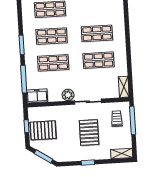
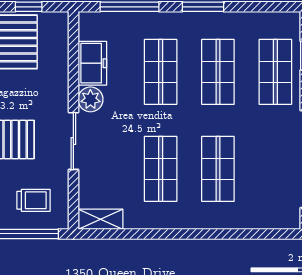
freezer: (37, 96) -> (92, 63), moved

